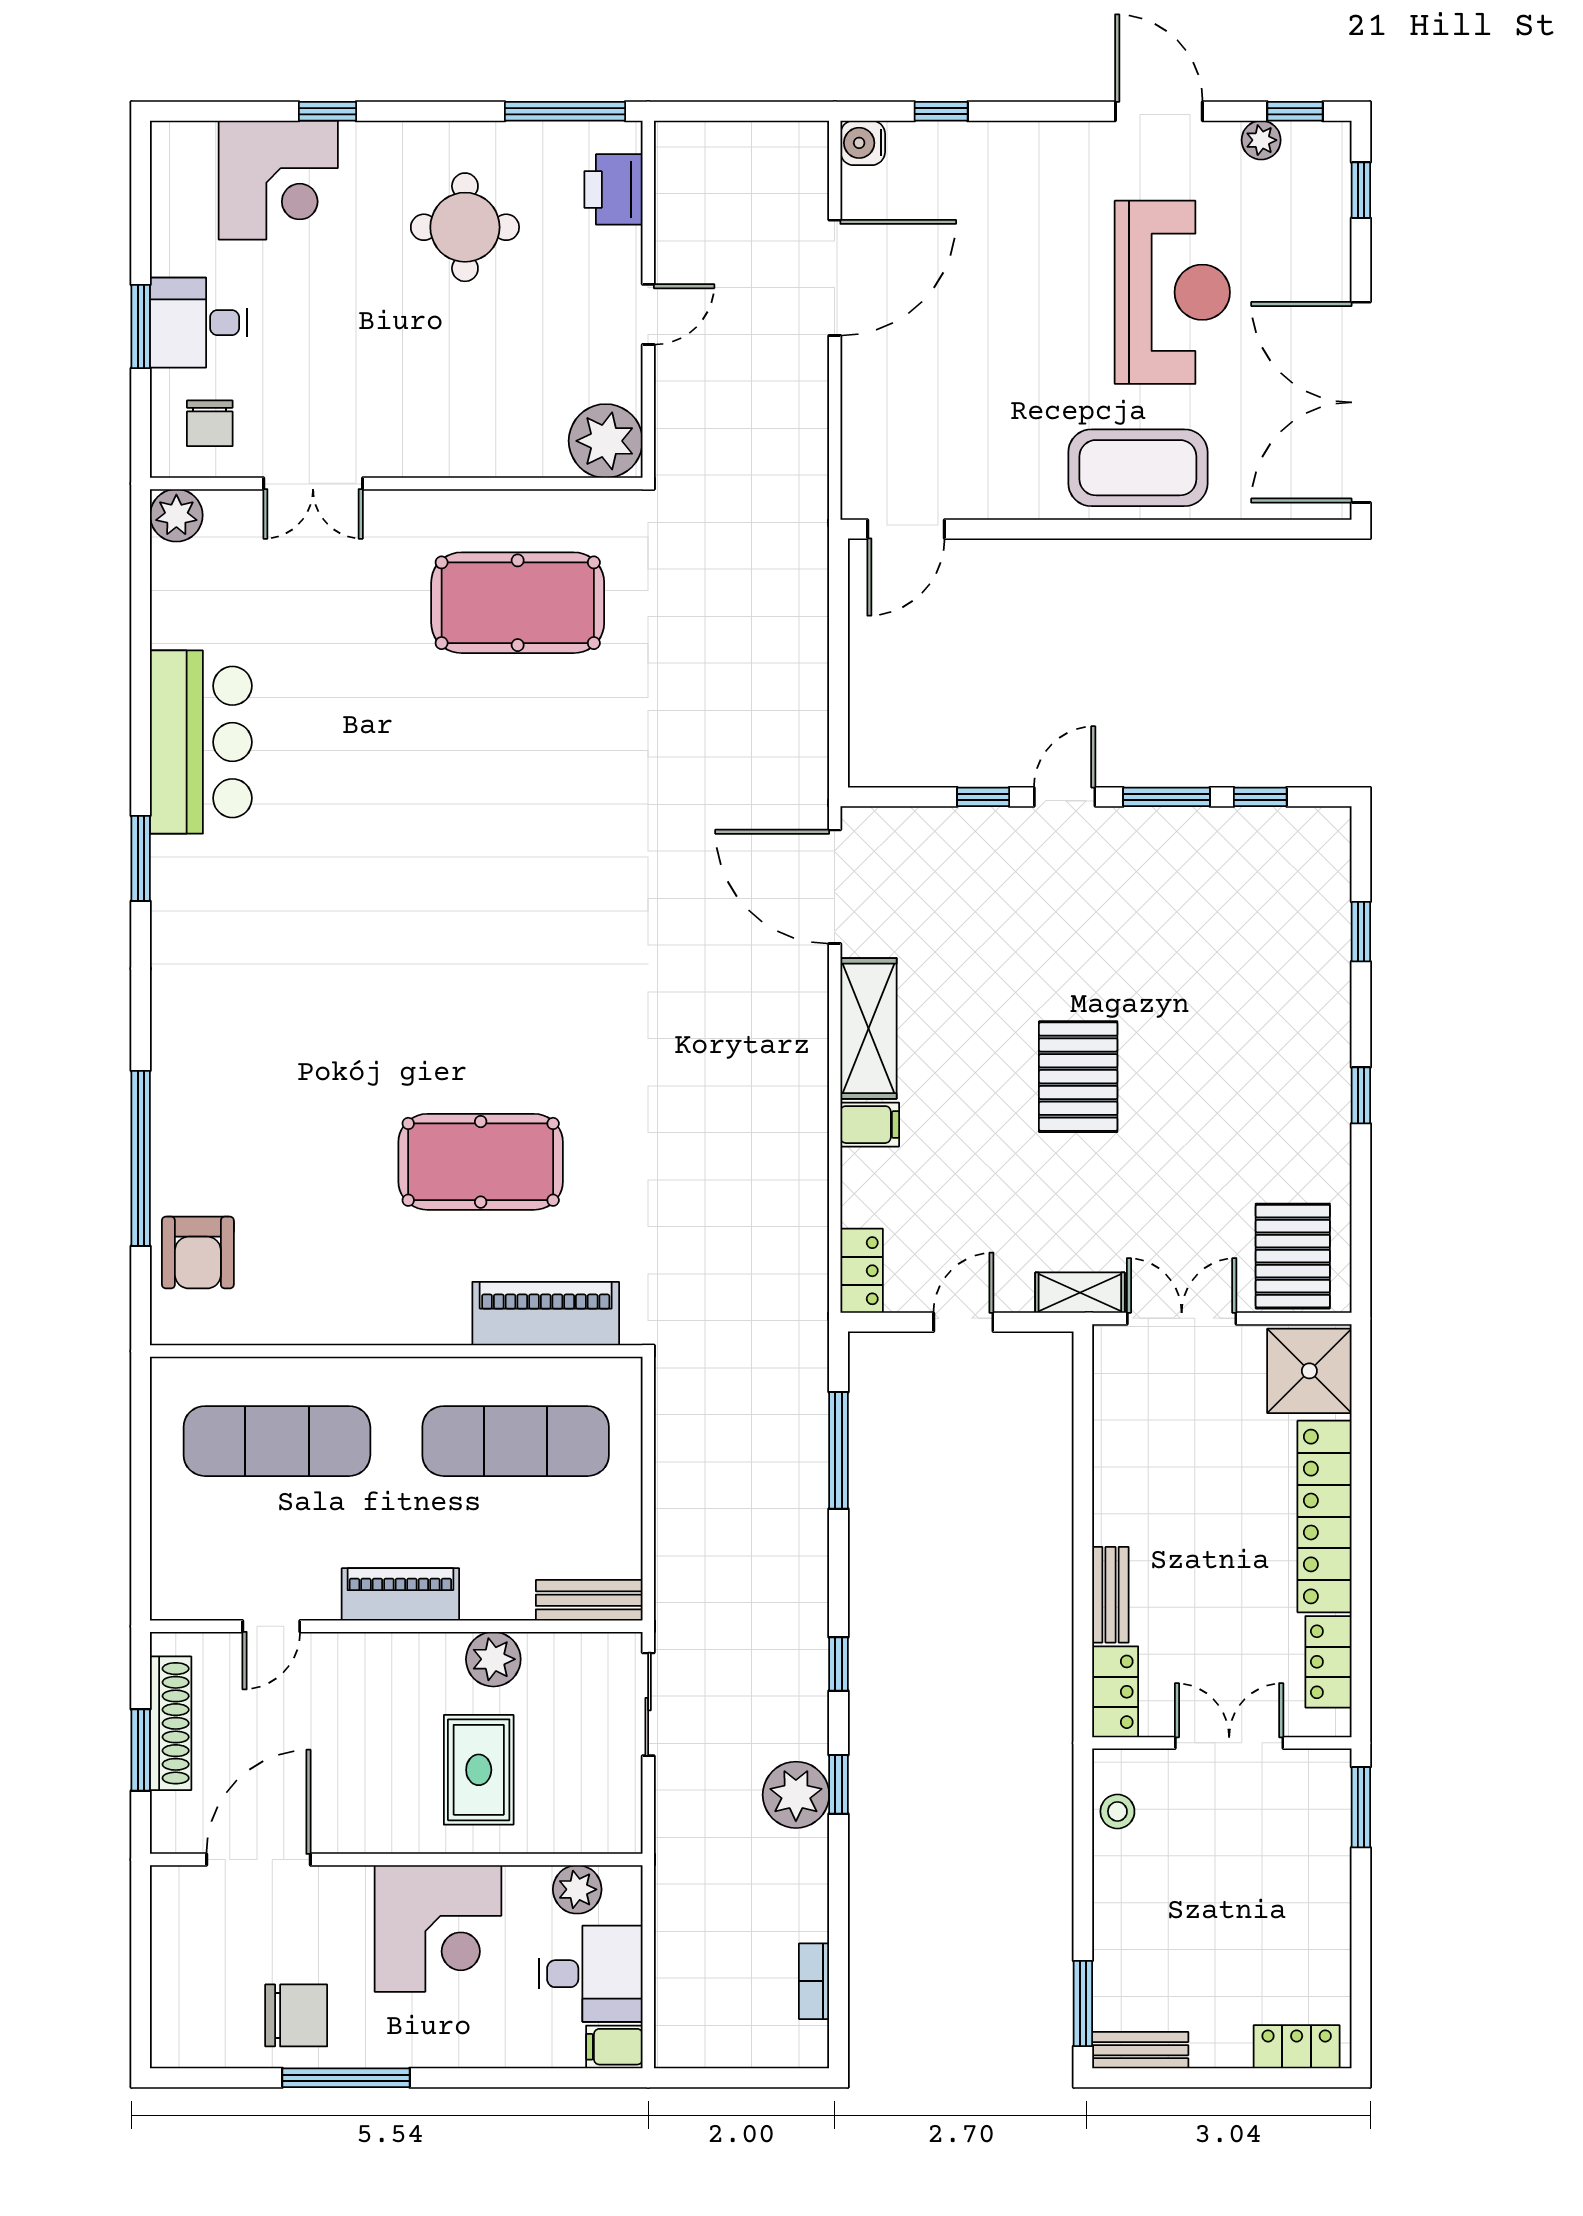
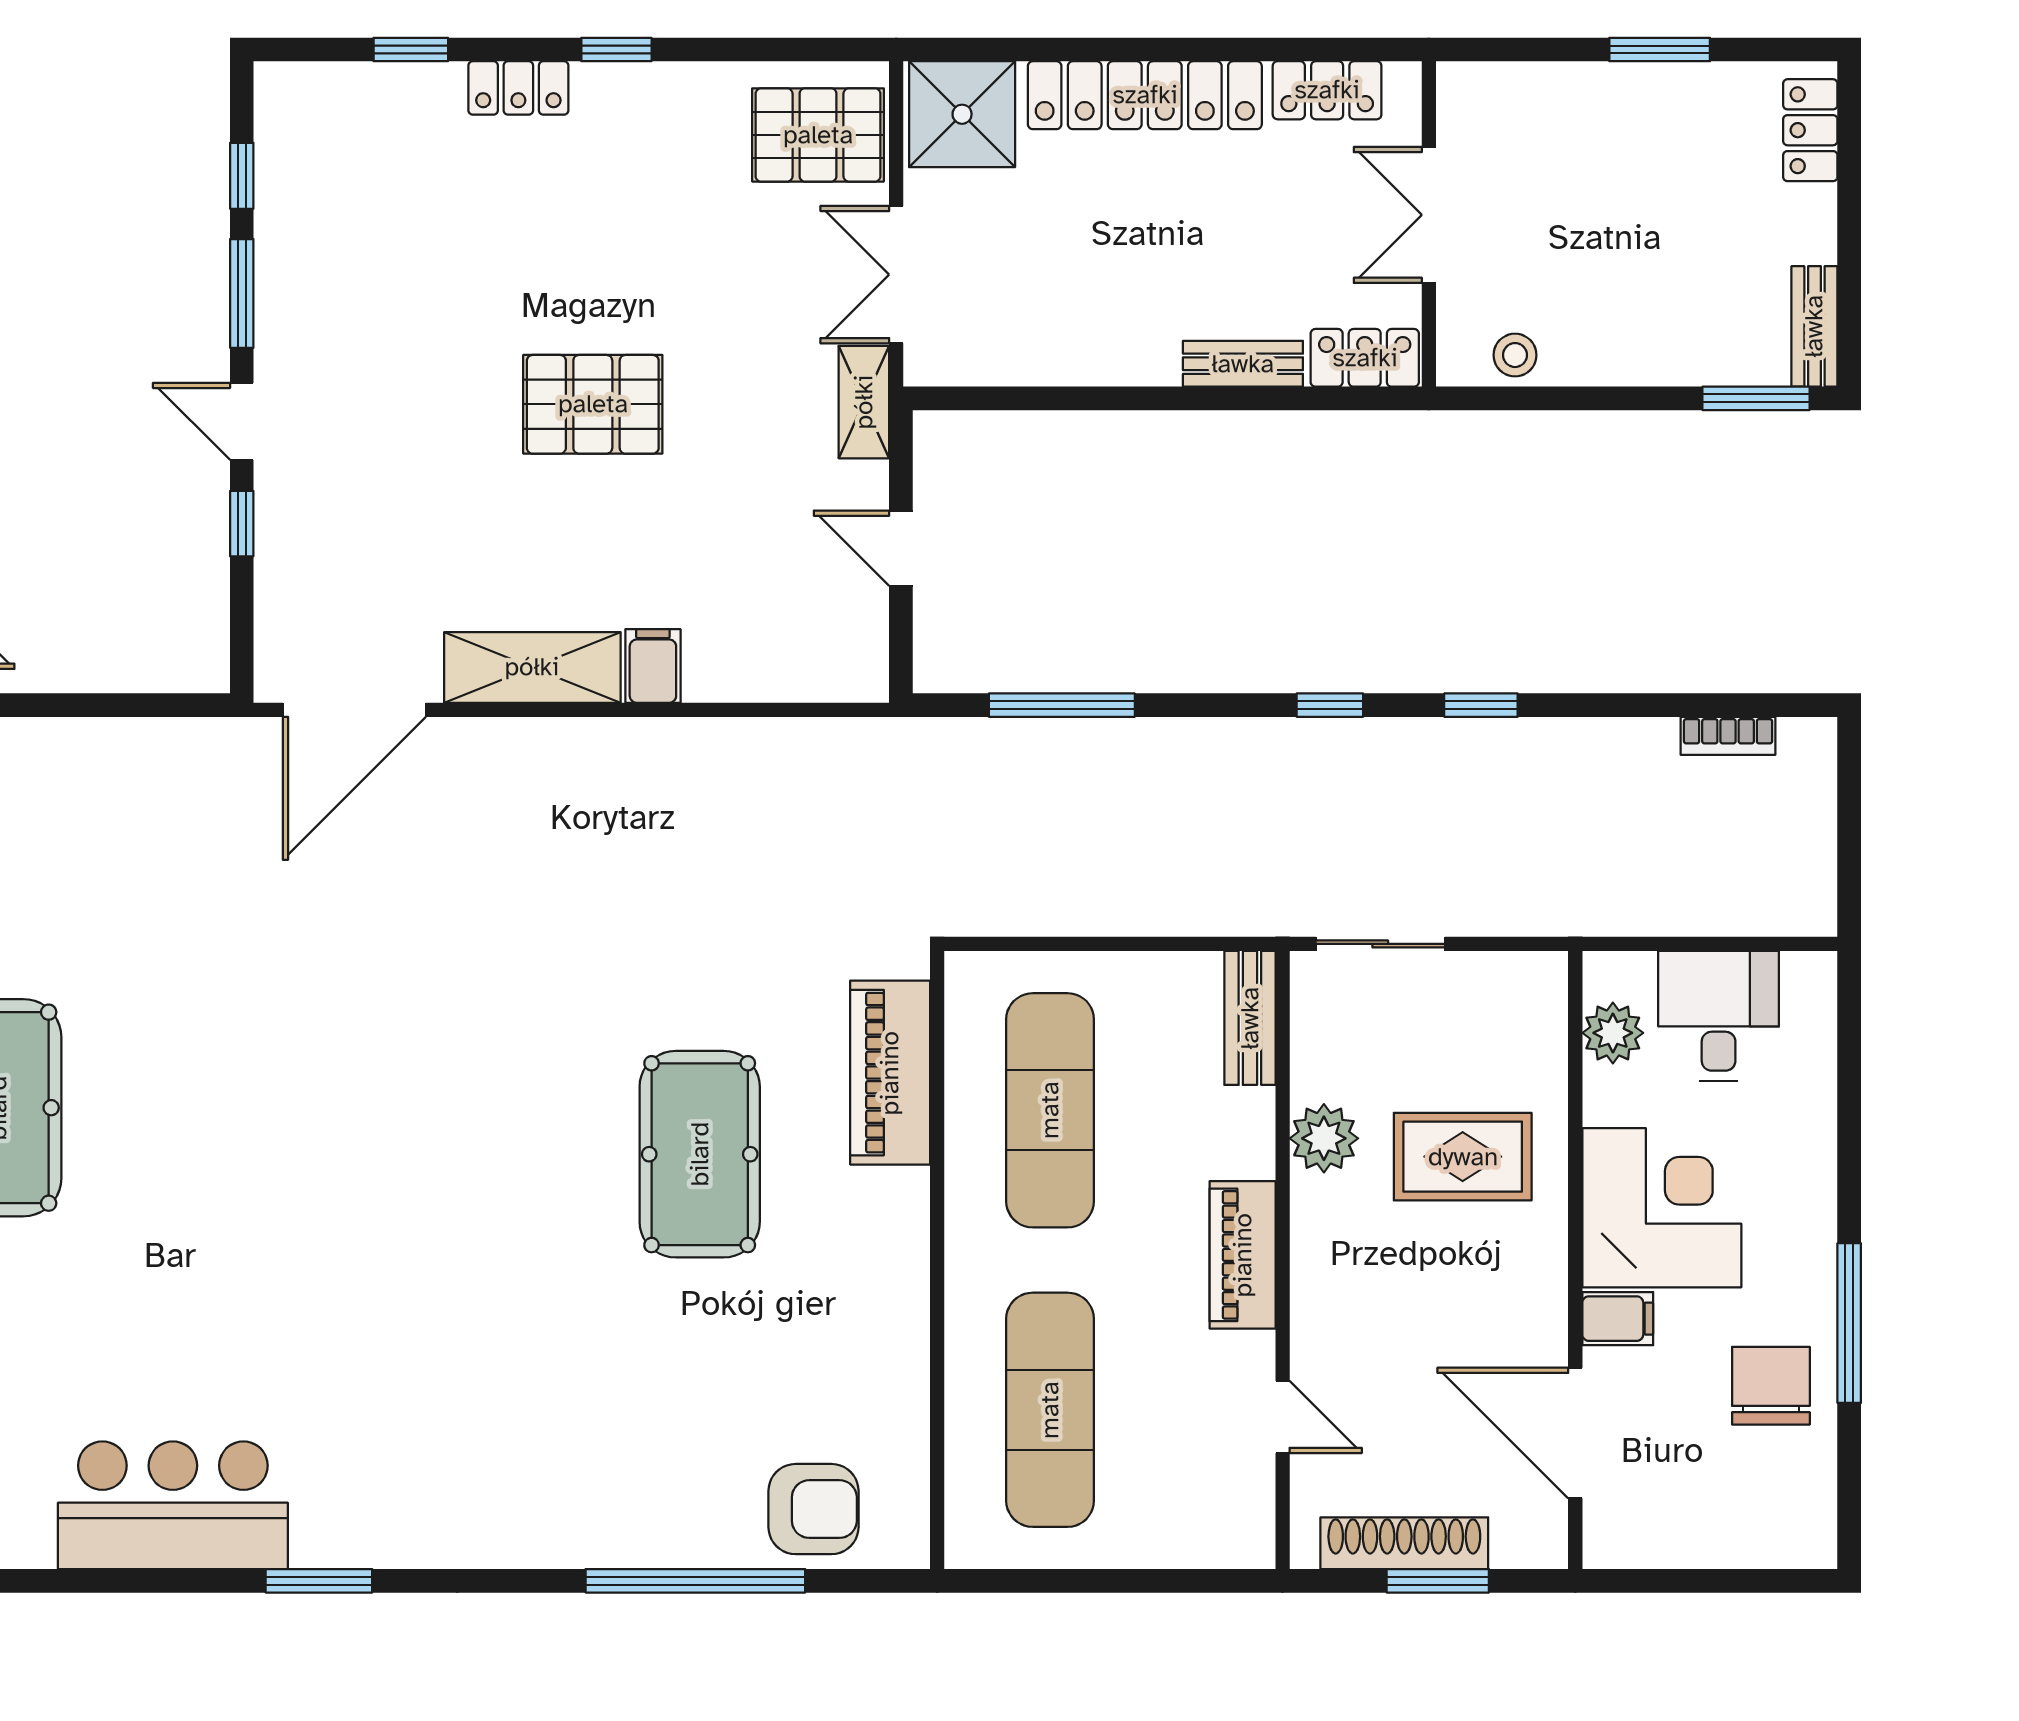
locker: (862, 1271) -> (518, 88), moved, turned 180
plant: (796, 1795) -> (1494, 759), removed
window: (1361, 1807) -> (1660, 50), moved
filing cabinet: (614, 2047) -> (1618, 1319), moved, turned -90

